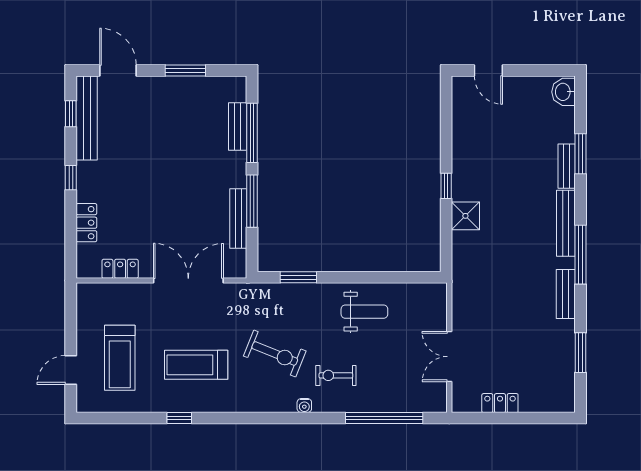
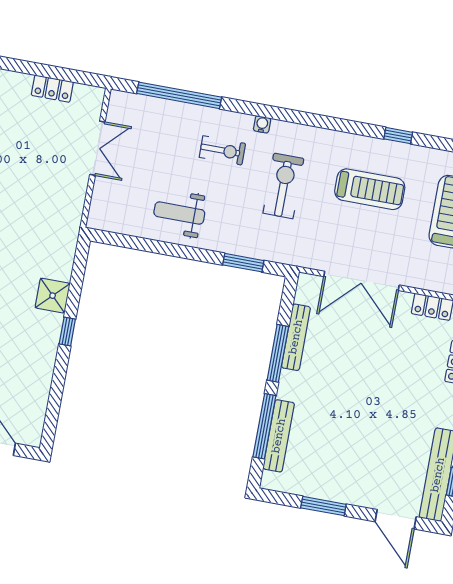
bench: (238, 127) -> (279, 436), width x1.36
exercise bike: (275, 353) -> (283, 186), turned 68

